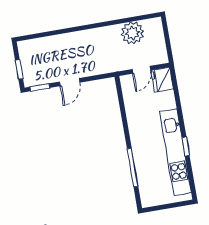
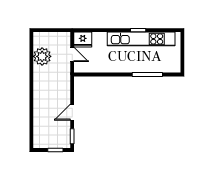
door: (70, 82) -> (72, 112), swing flipped

